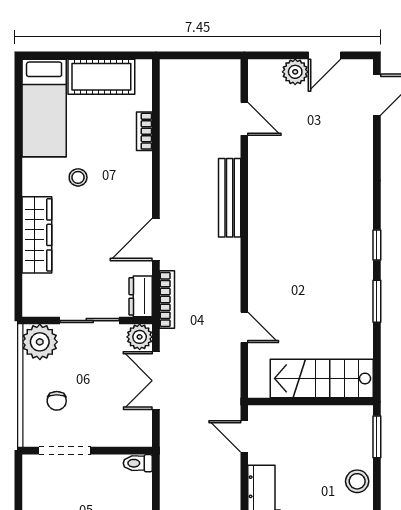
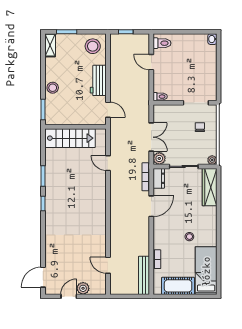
bench: (230, 198) -> (144, 275), moved
wardrobe: (37, 235) -> (210, 187), moved
plant: (40, 342) -> (212, 160), width x0.53, depth x0.53

